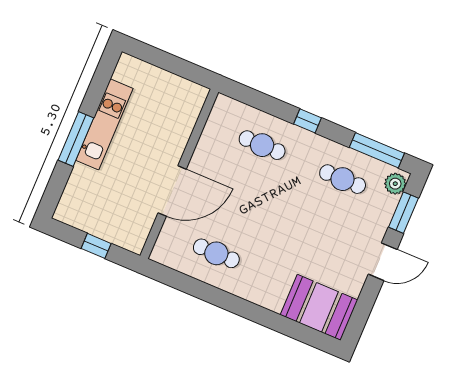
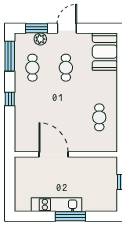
cafe table: (262, 145) -> (66, 68), moved
plant: (395, 184) -> (40, 39), moved
door: (172, 191) -> (54, 154), moved
door: (383, 262) -> (67, 28), hinge flipped

